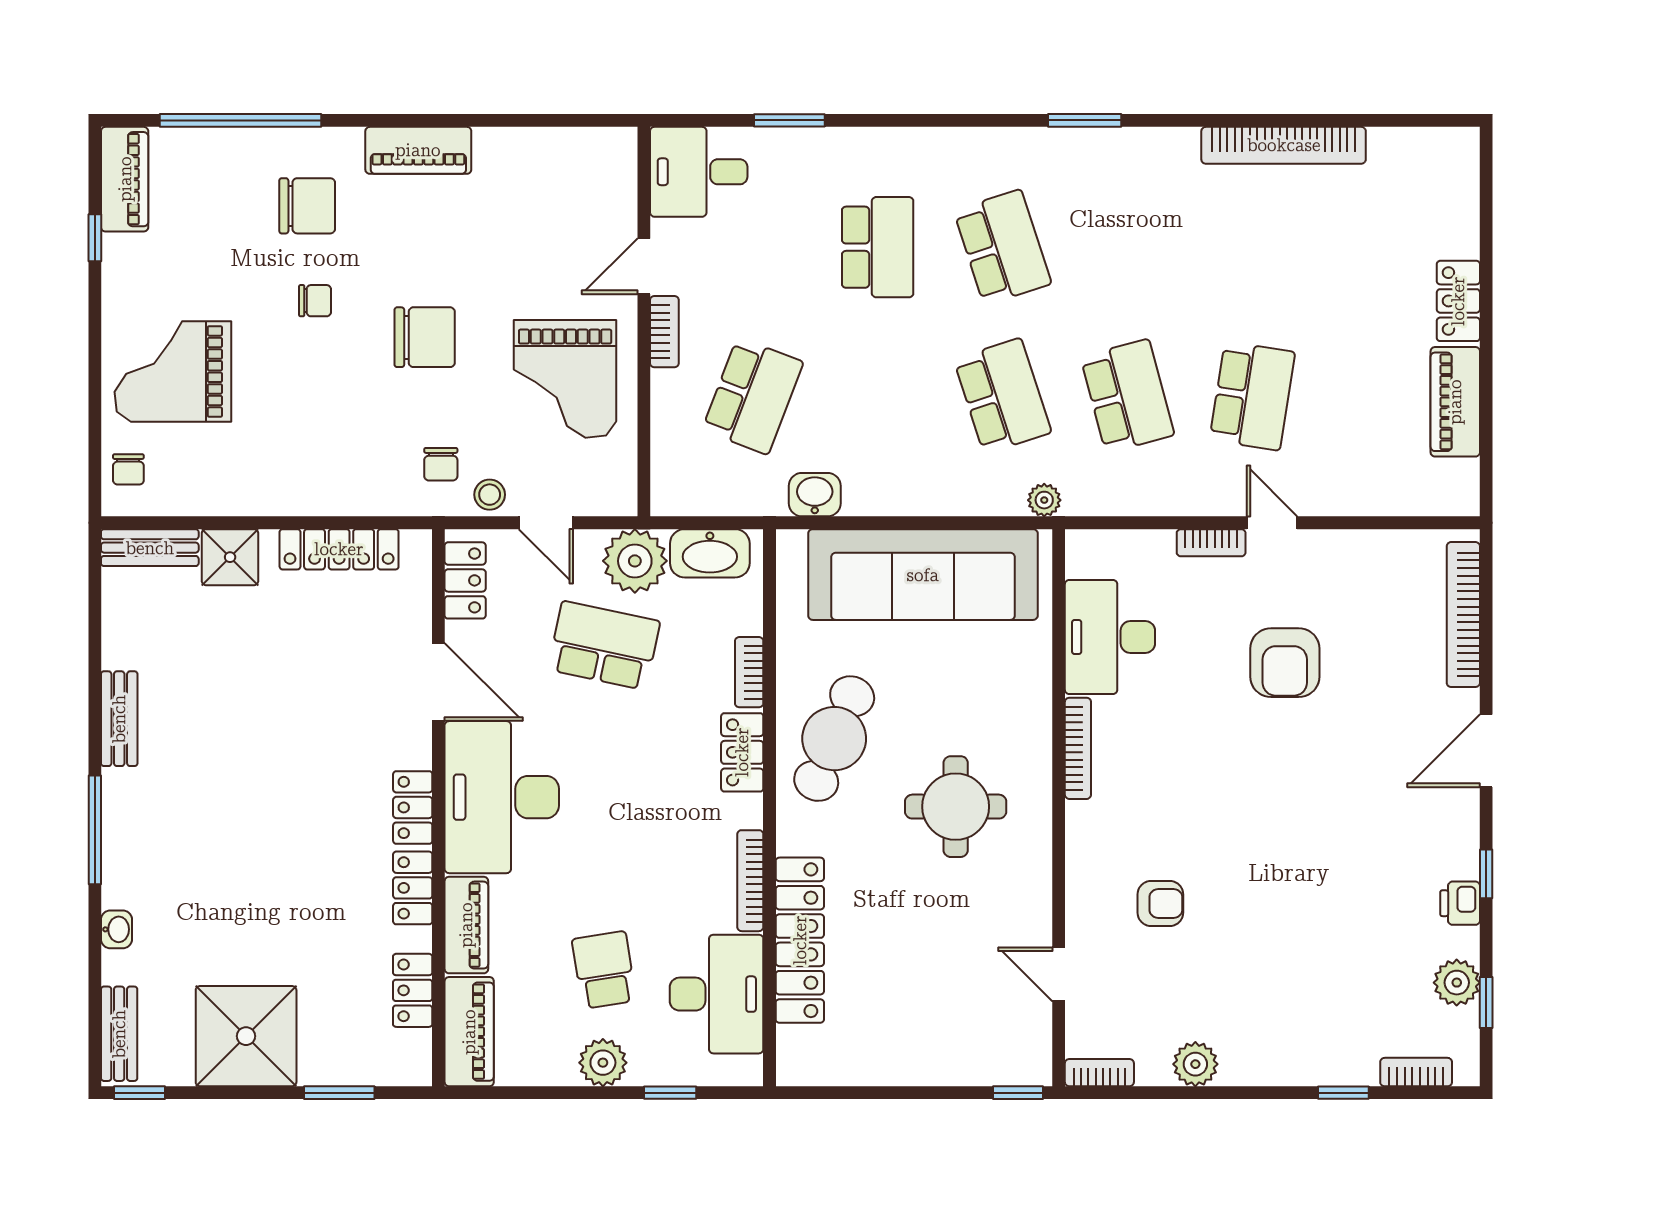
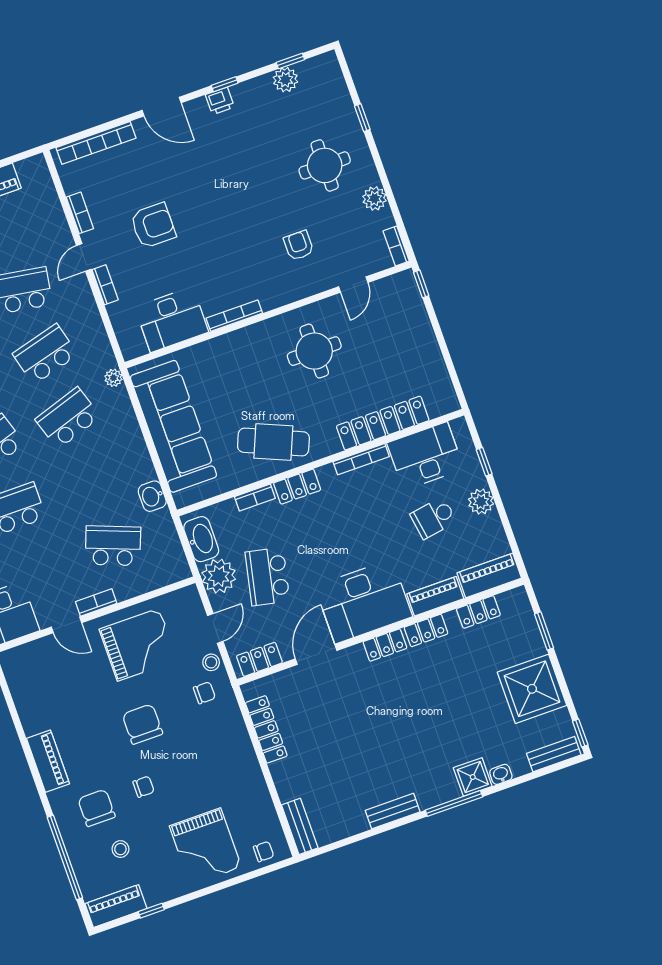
stool: (221, 222) -> (120, 849), added
chair: (315, 301) -> (144, 787), turned 90
shower: (230, 557) -> (473, 777), moved
round table: (956, 807) -> (314, 351), moved
printer: (1460, 903) -> (220, 101), moved
round table: (1283, 998) -> (325, 165), added
bookcase: (1416, 1072) -> (80, 213), moved, turned 180

